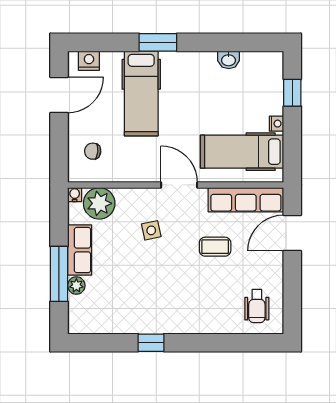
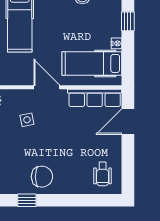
coffee table: (215, 247) -> (73, 131), removed
chair: (172, 310) -> (42, 177), added

